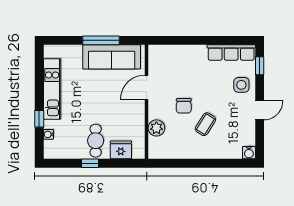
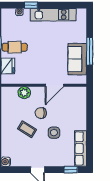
sofa: (112, 57) -> (77, 59), width x0.73
side table: (241, 85) -> (54, 133), moved
door: (147, 88) -> (54, 85), swing flipped

